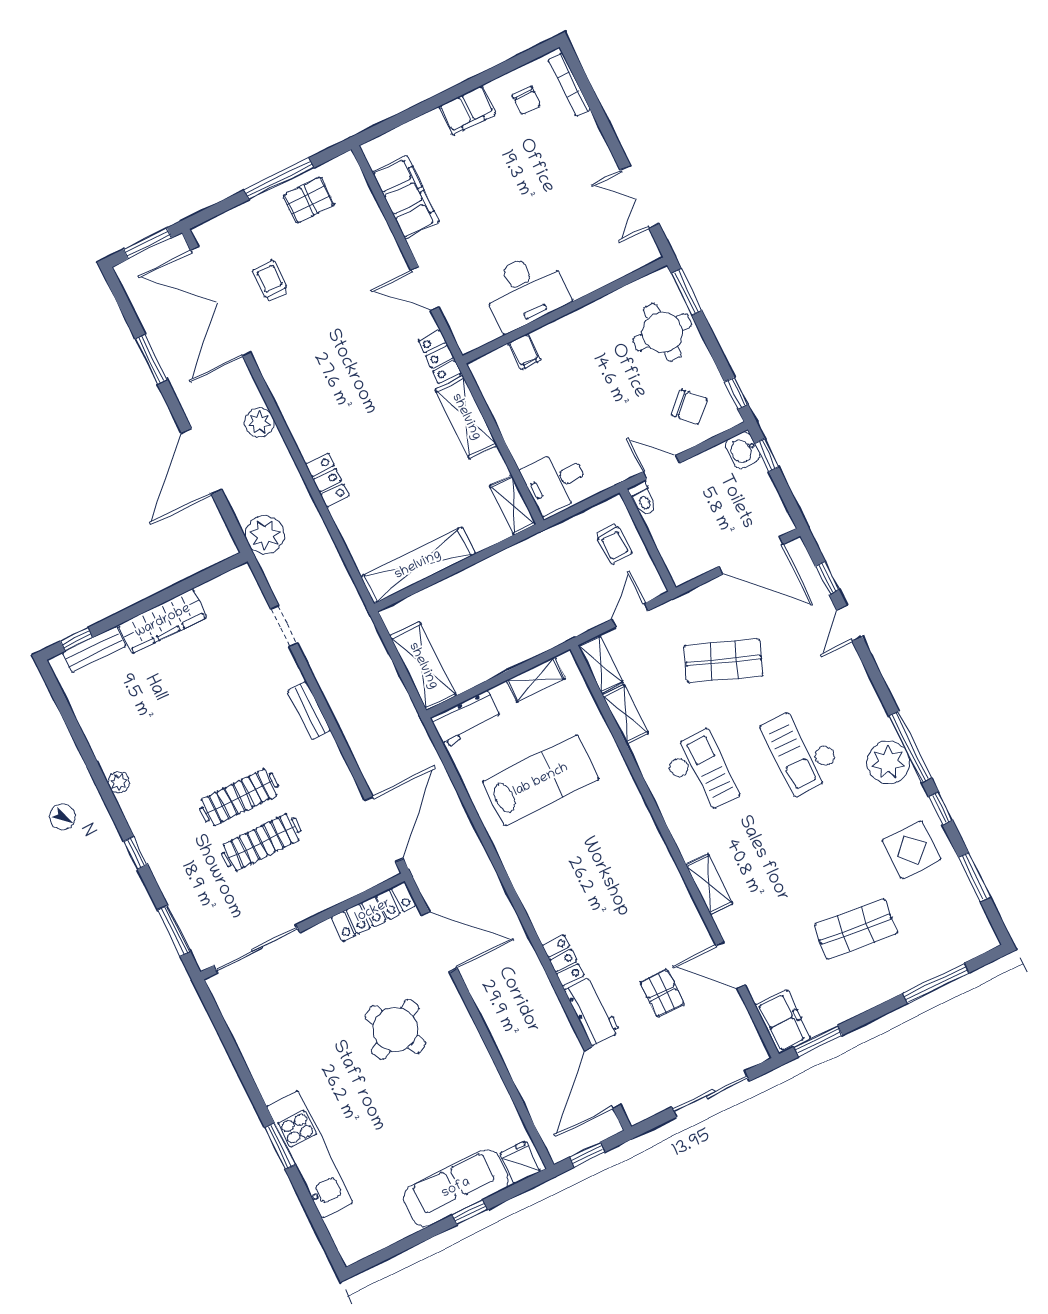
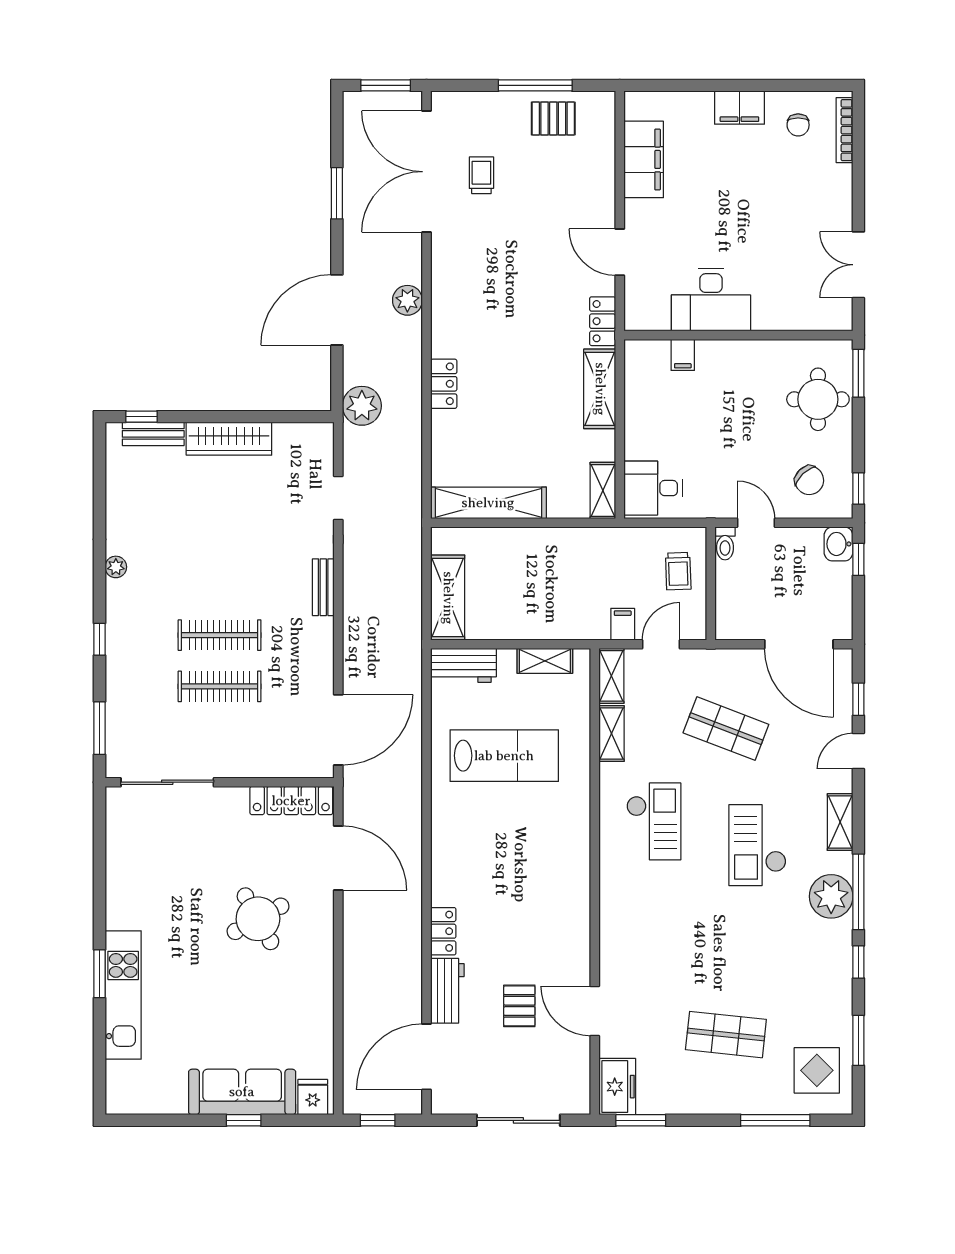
filing cabinet: (588, 614) -> (623, 624), added
display table: (911, 850) -> (817, 1070), moved
shelving: (709, 884) -> (840, 822), moved

